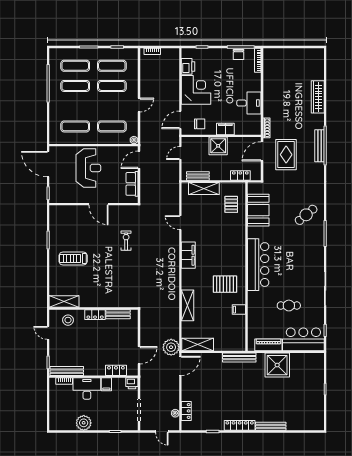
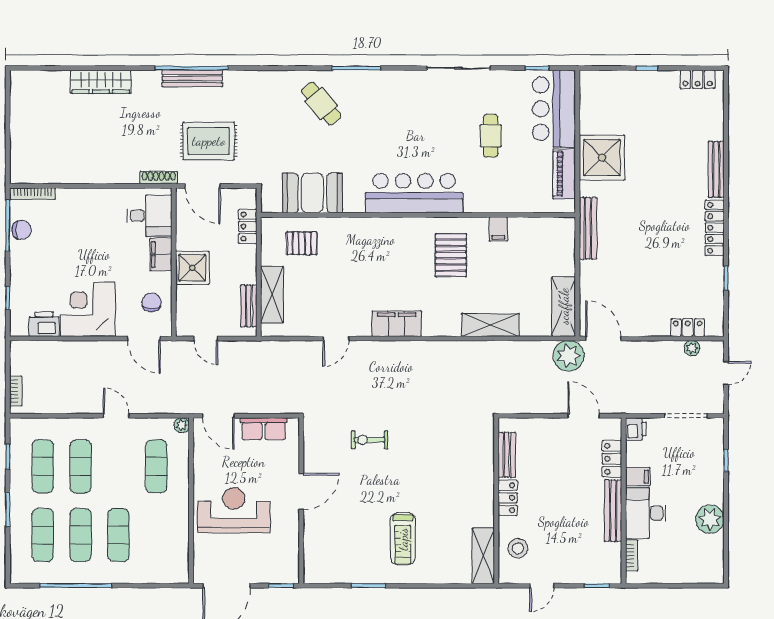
desk: (249, 103) -> (149, 216), moved, turned 90
exercise mat: (75, 126) -> (118, 535), moved
bench: (67, 371) -> (613, 511), moved
locker: (319, 416) -> (697, 79), added

